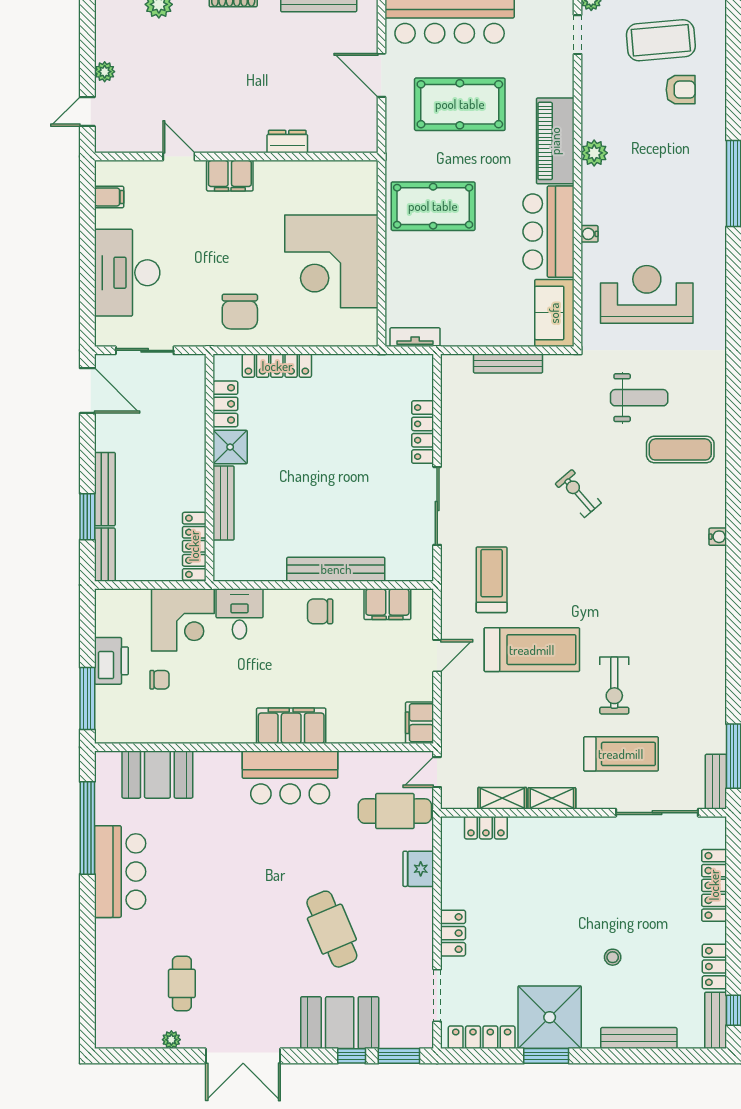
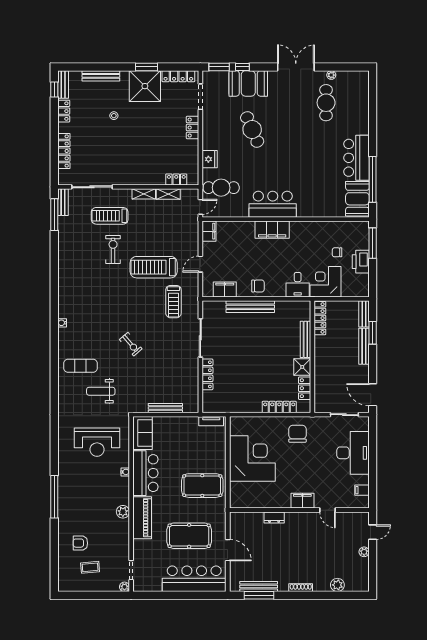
coffee table: (661, 40) -> (90, 567), width x0.54, depth x0.58
booth: (157, 775) -> (357, 199), moved, turned 90
cafe table: (182, 983) -> (326, 103), width x1.37, depth x1.35

